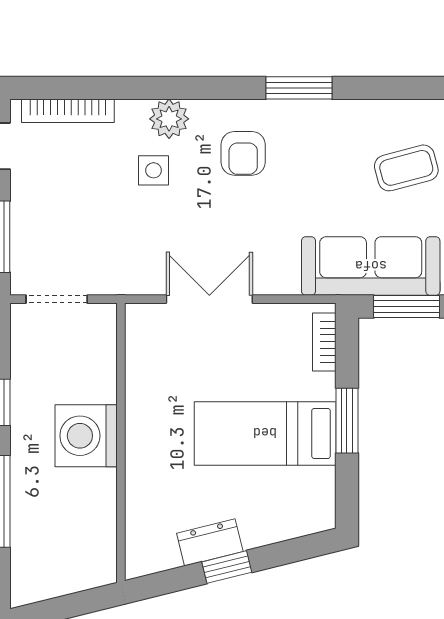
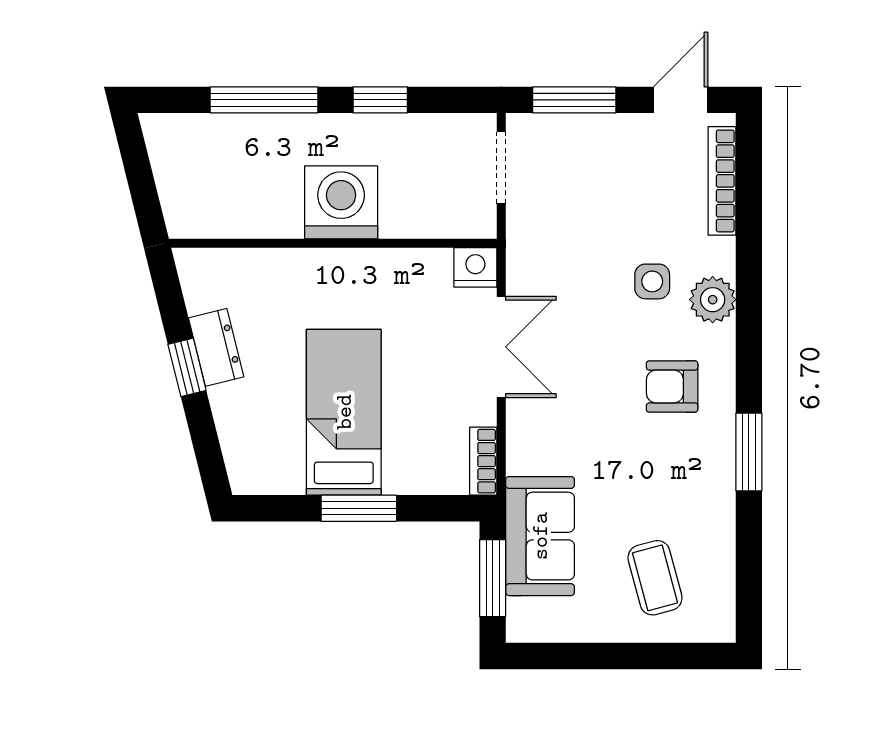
sofa: (371, 266) -> (540, 536), width x0.73
nightstand: (141, 321) -> (475, 267), added
bookcase: (324, 342) -> (483, 461), moved, turned -90

